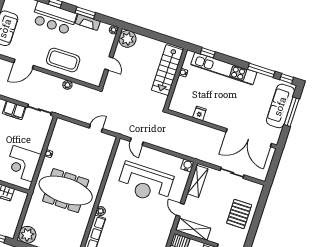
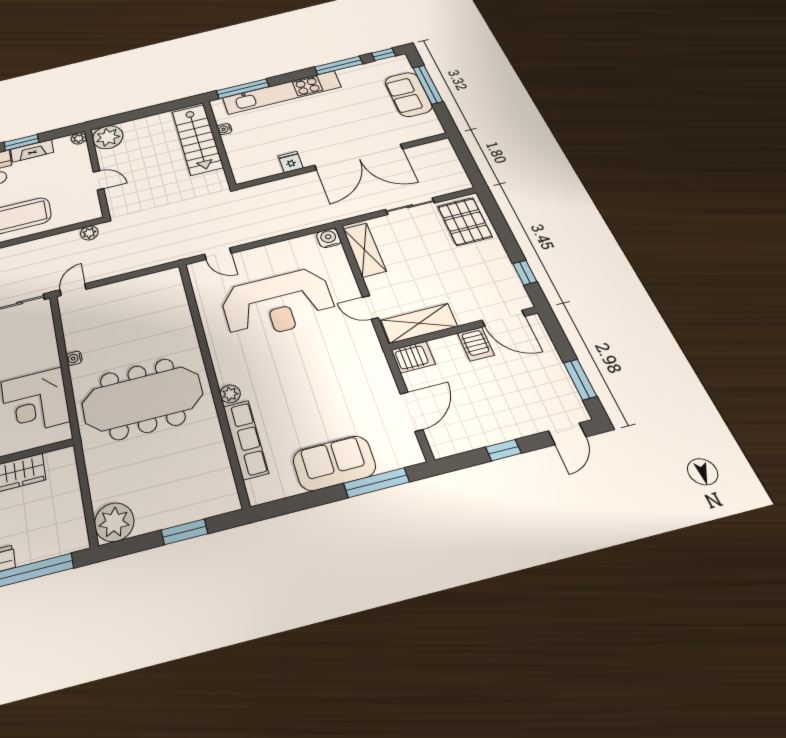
window: (208, 53) -> (243, 89), width x2.17
plant: (67, 85) -> (89, 233), moved
sofa: (280, 106) -> (408, 94), width x0.73
door: (96, 128) -> (73, 290), moved
double door: (249, 138) -> (359, 157), moved
pallet: (239, 214) -> (465, 222), moved
window: (251, 235) -> (525, 273), added

